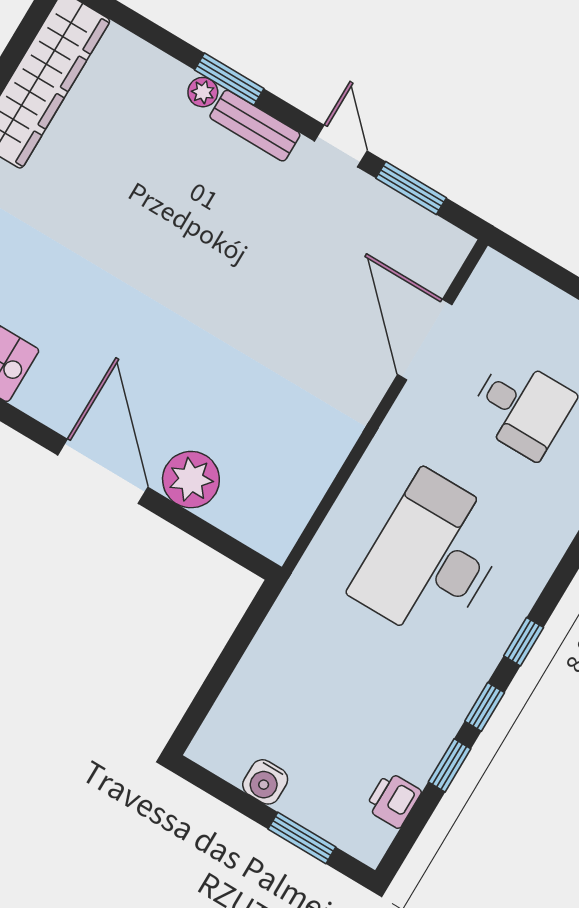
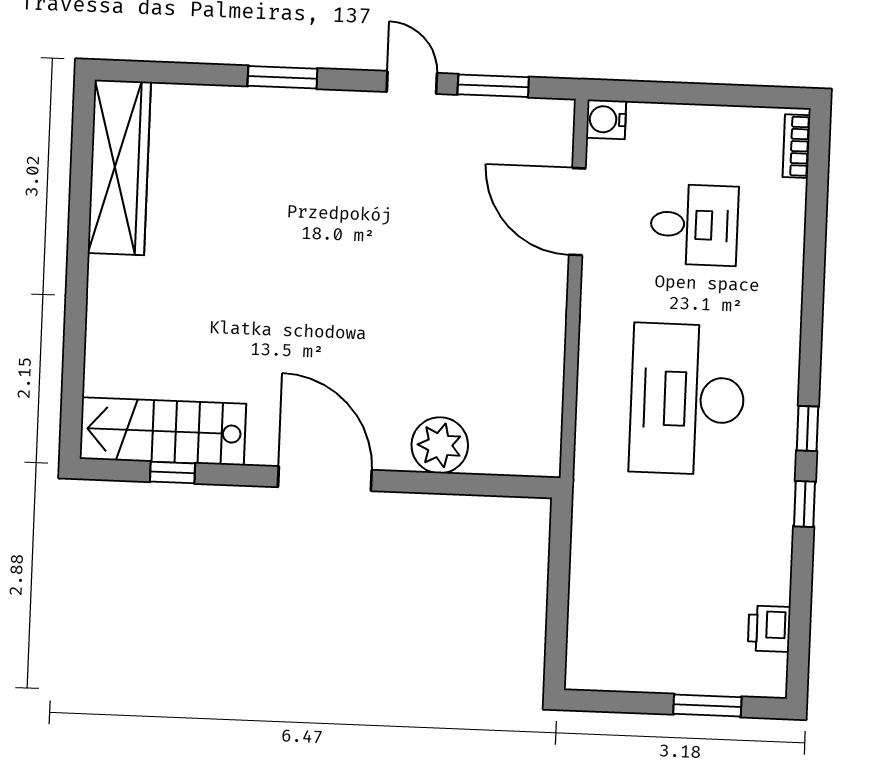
plant: (203, 92) -> (266, 101), removed
bench: (255, 126) -> (327, 106), removed
door: (103, 471) -> (325, 479), moved
window: (450, 765) -> (802, 572), removed
water cooler: (265, 782) -> (606, 119), moved, turned 90

